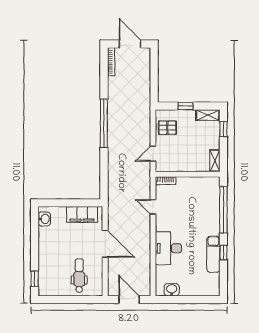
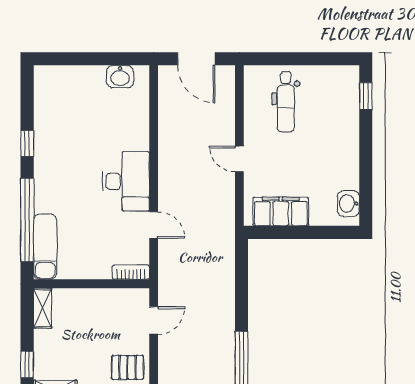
door: (105, 244) -> (239, 159), width x0.53
desk: (168, 248) -> (126, 181), moved
exam couch: (213, 254) -> (45, 247), moved

